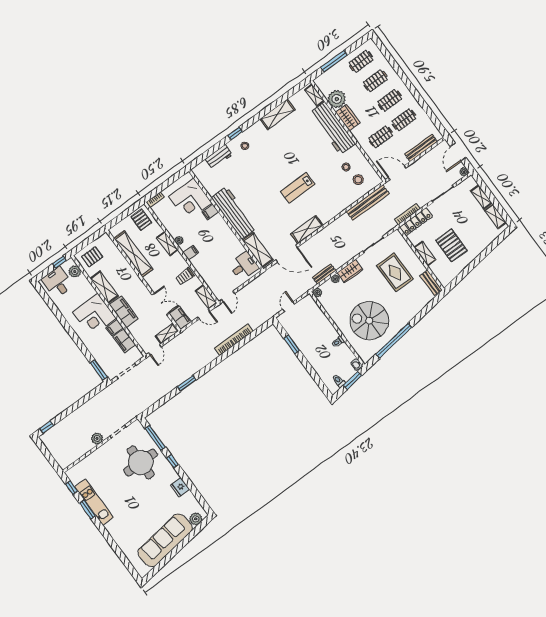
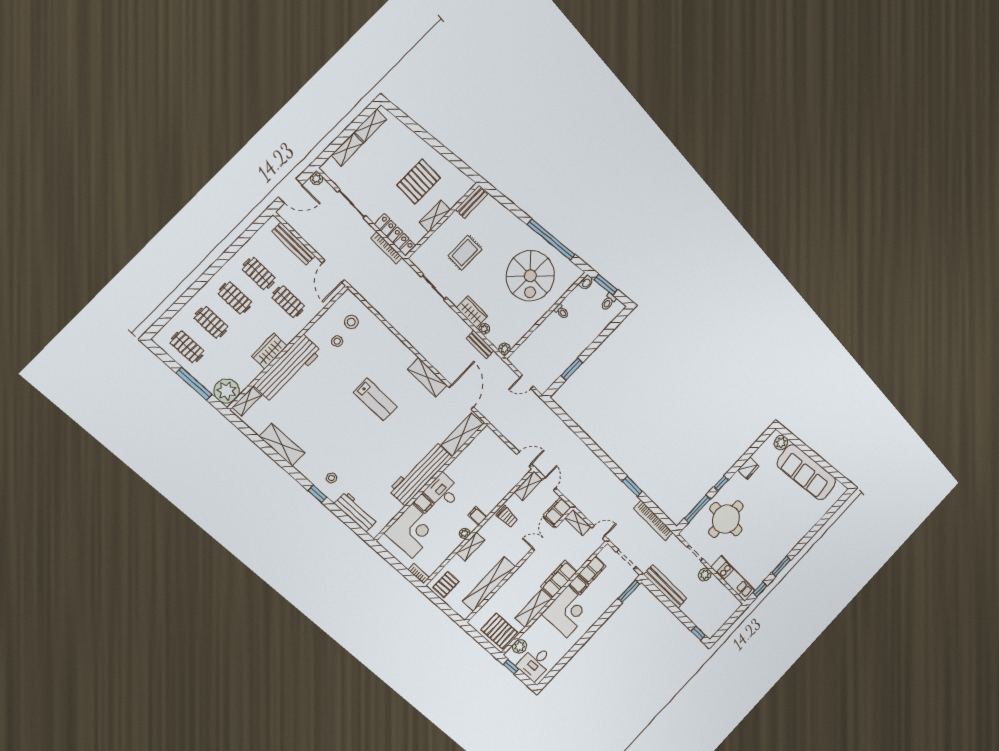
plant: (337, 99) -> (227, 391), moved
workbench: (219, 157) -> (356, 512), width x1.38
bench: (368, 203) -> (665, 586), moved
pallet: (92, 257) -> (499, 631), width x1.50, depth x1.42
desk: (244, 266) -> (443, 491), moved
rug: (395, 272) -> (465, 253), width x0.73, depth x0.70
bookcase: (234, 340) -> (653, 521), moved
kitchen unit: (94, 502) -> (733, 579), moved, turned 90

